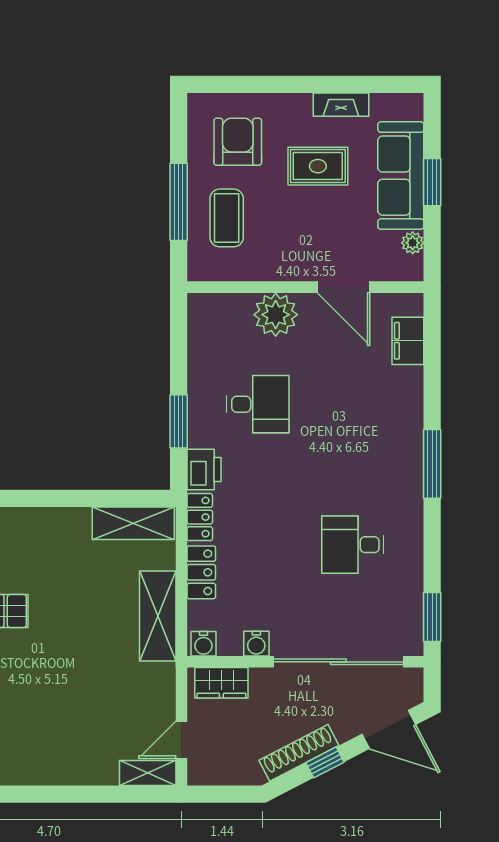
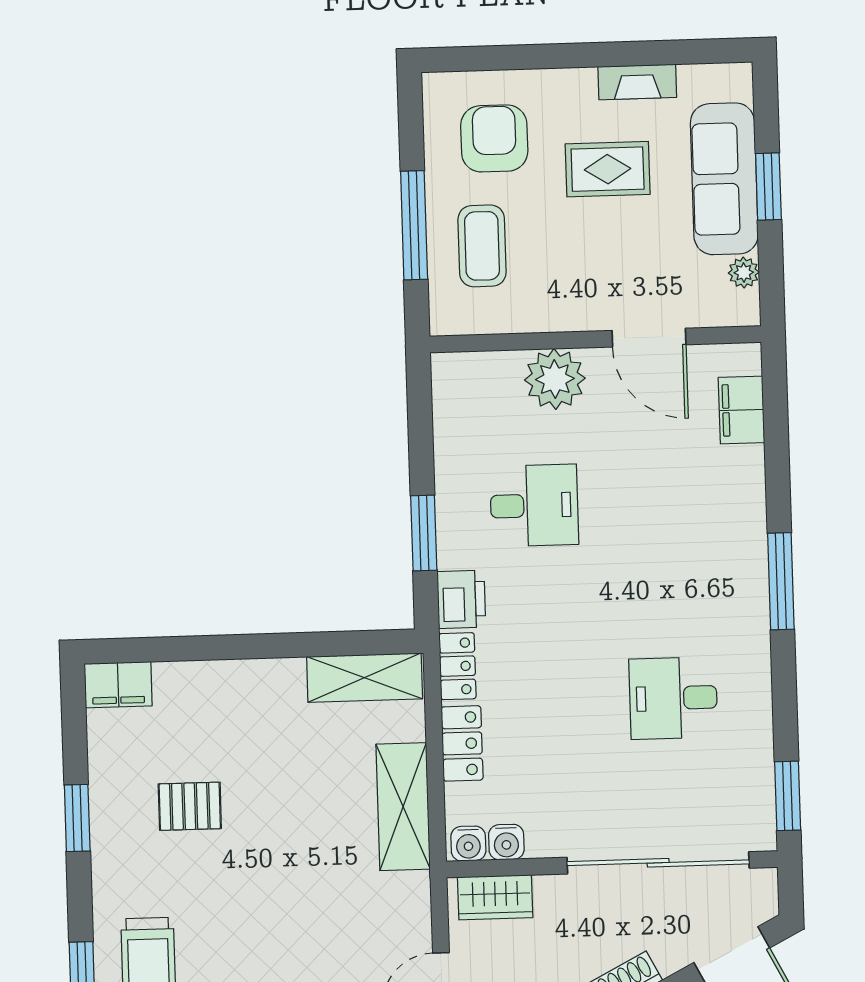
water cooler: (256, 644) -> (506, 842), moved

